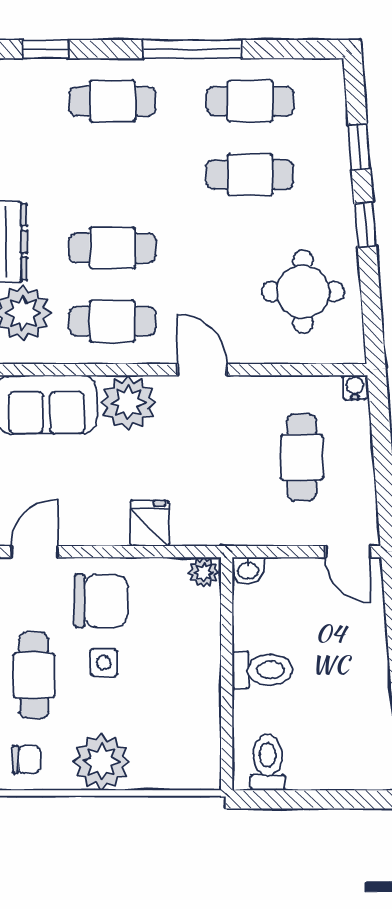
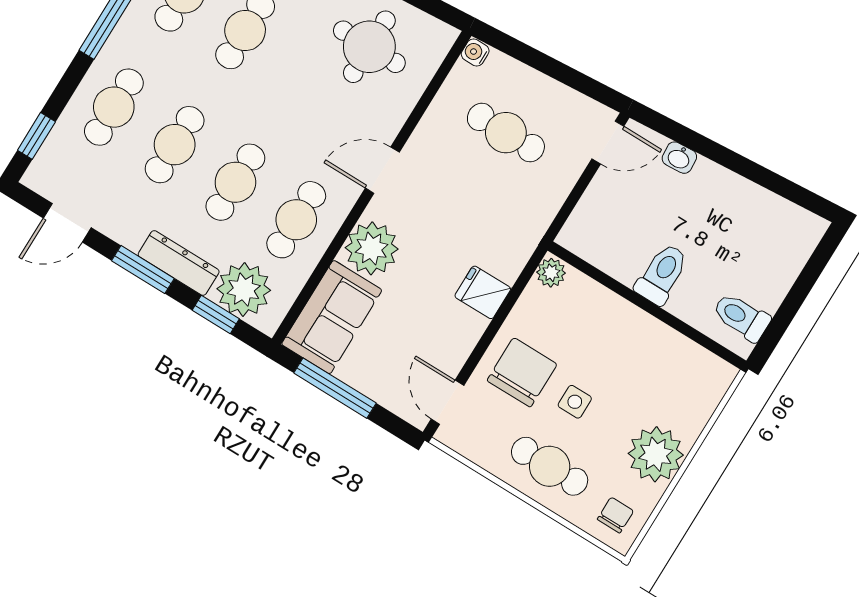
cafe table: (112, 175) -> (175, 145), added
washbasin: (248, 570) -> (679, 158), moved, turned 86

